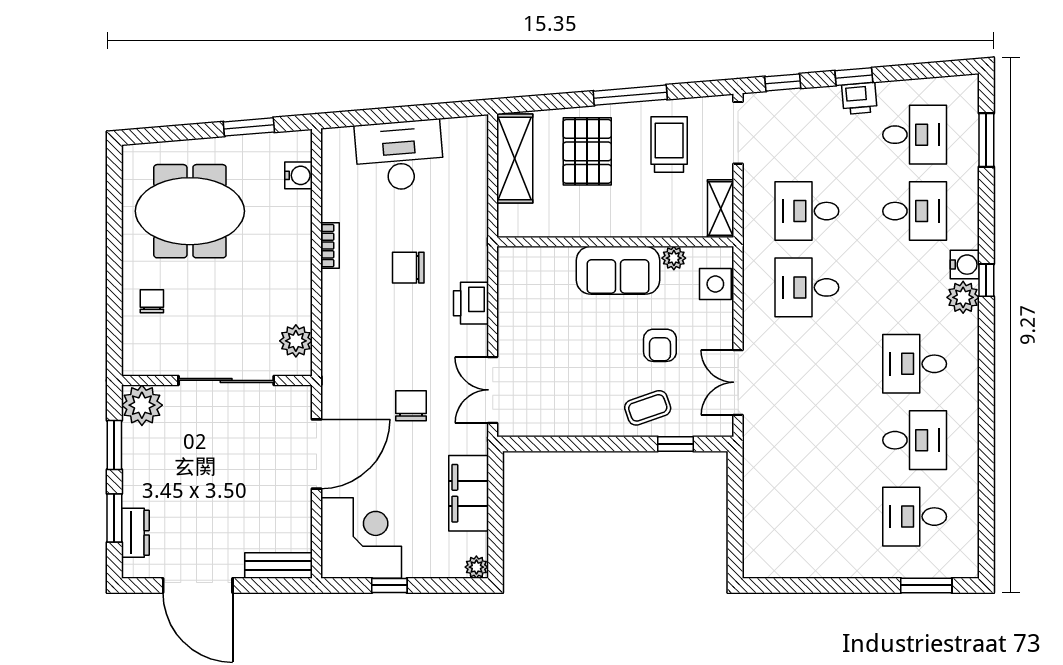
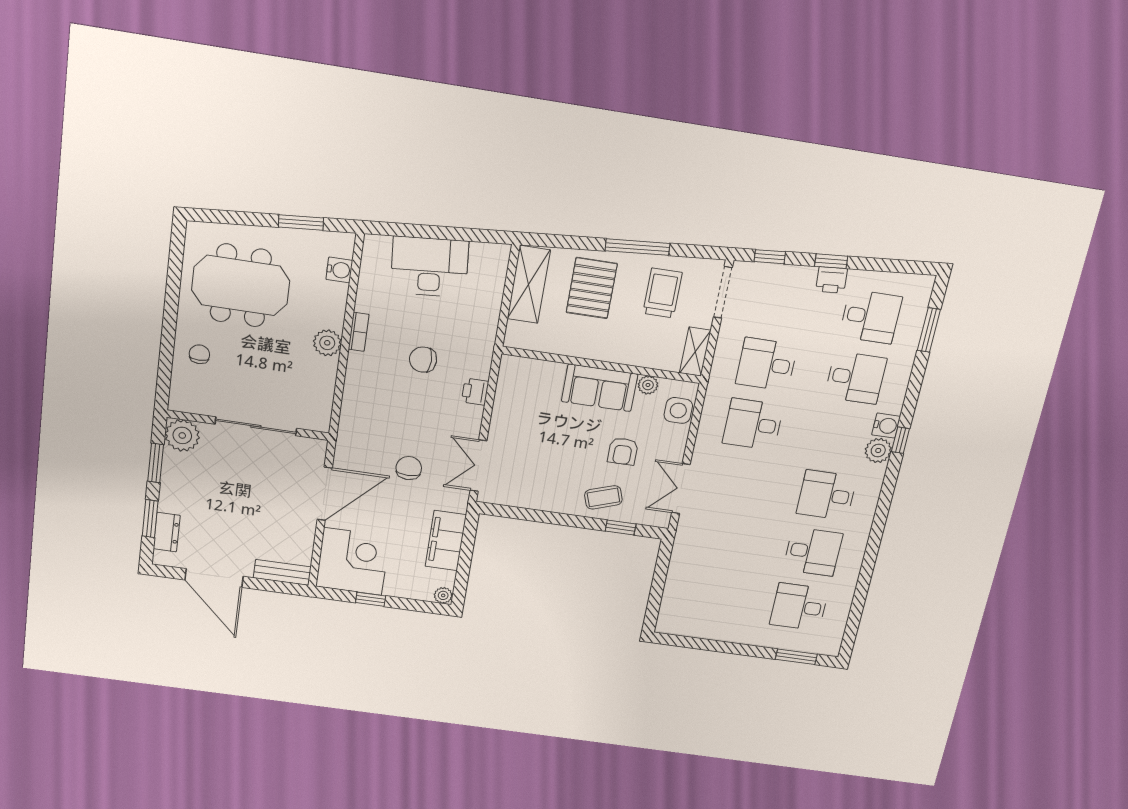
printer: (471, 303) -> (475, 392), width x0.73, depth x0.81
plant: (296, 341) -> (327, 343), moved

